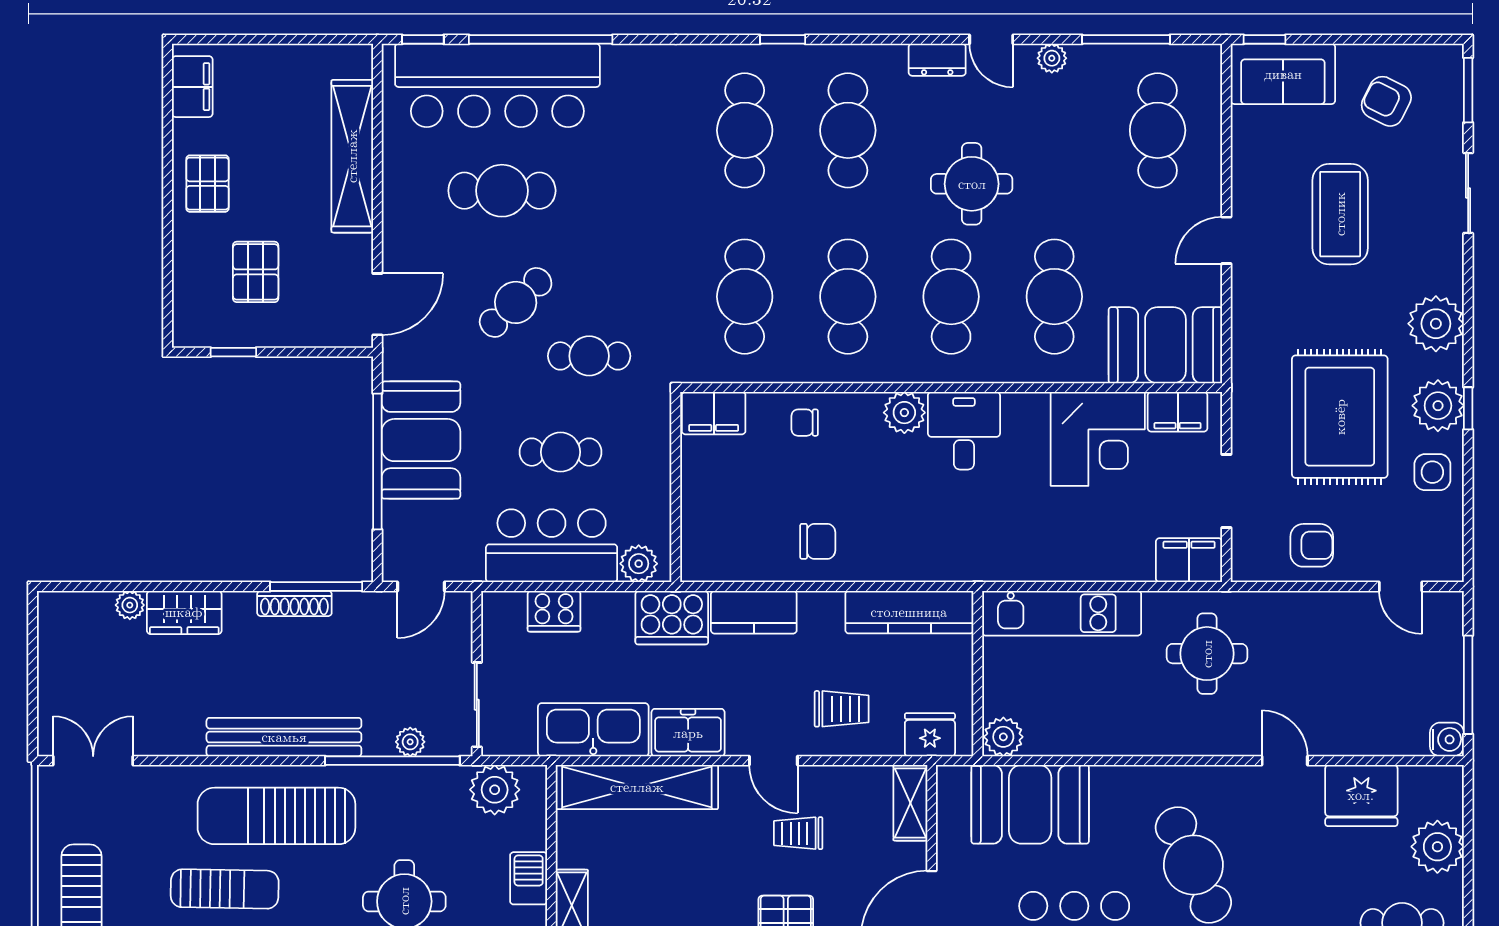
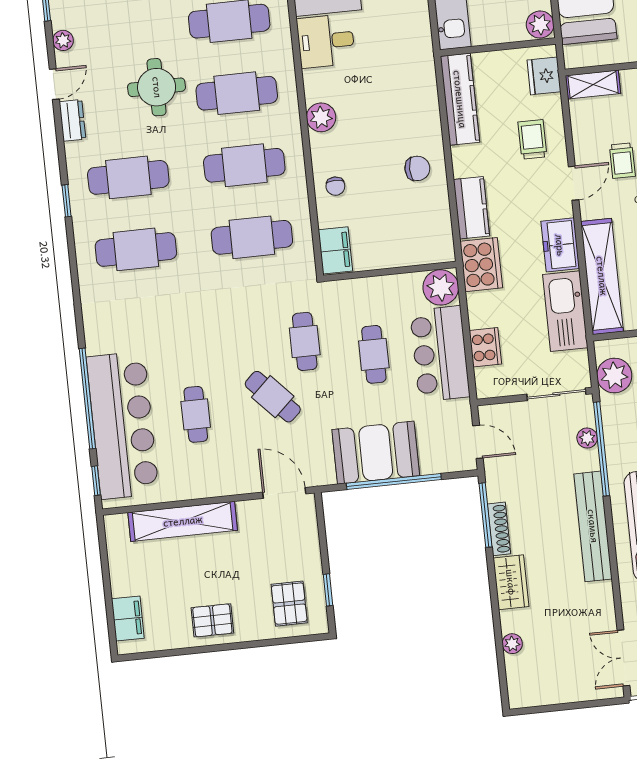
window: (783, 39) -> (67, 201), moved
filing cabinet: (192, 87) -> (128, 618), moved, turned 90
cafe table: (502, 191) -> (196, 414), width x0.73, depth x0.74
pallet: (256, 272) -> (289, 604), moved, turned 90
desk: (964, 431) -> (326, 41), moved
chair: (818, 541) -> (417, 168), turned 90
plant: (639, 564) -> (441, 287), width x1.36, depth x1.36
wardrobe: (184, 612) -> (511, 582), moved

